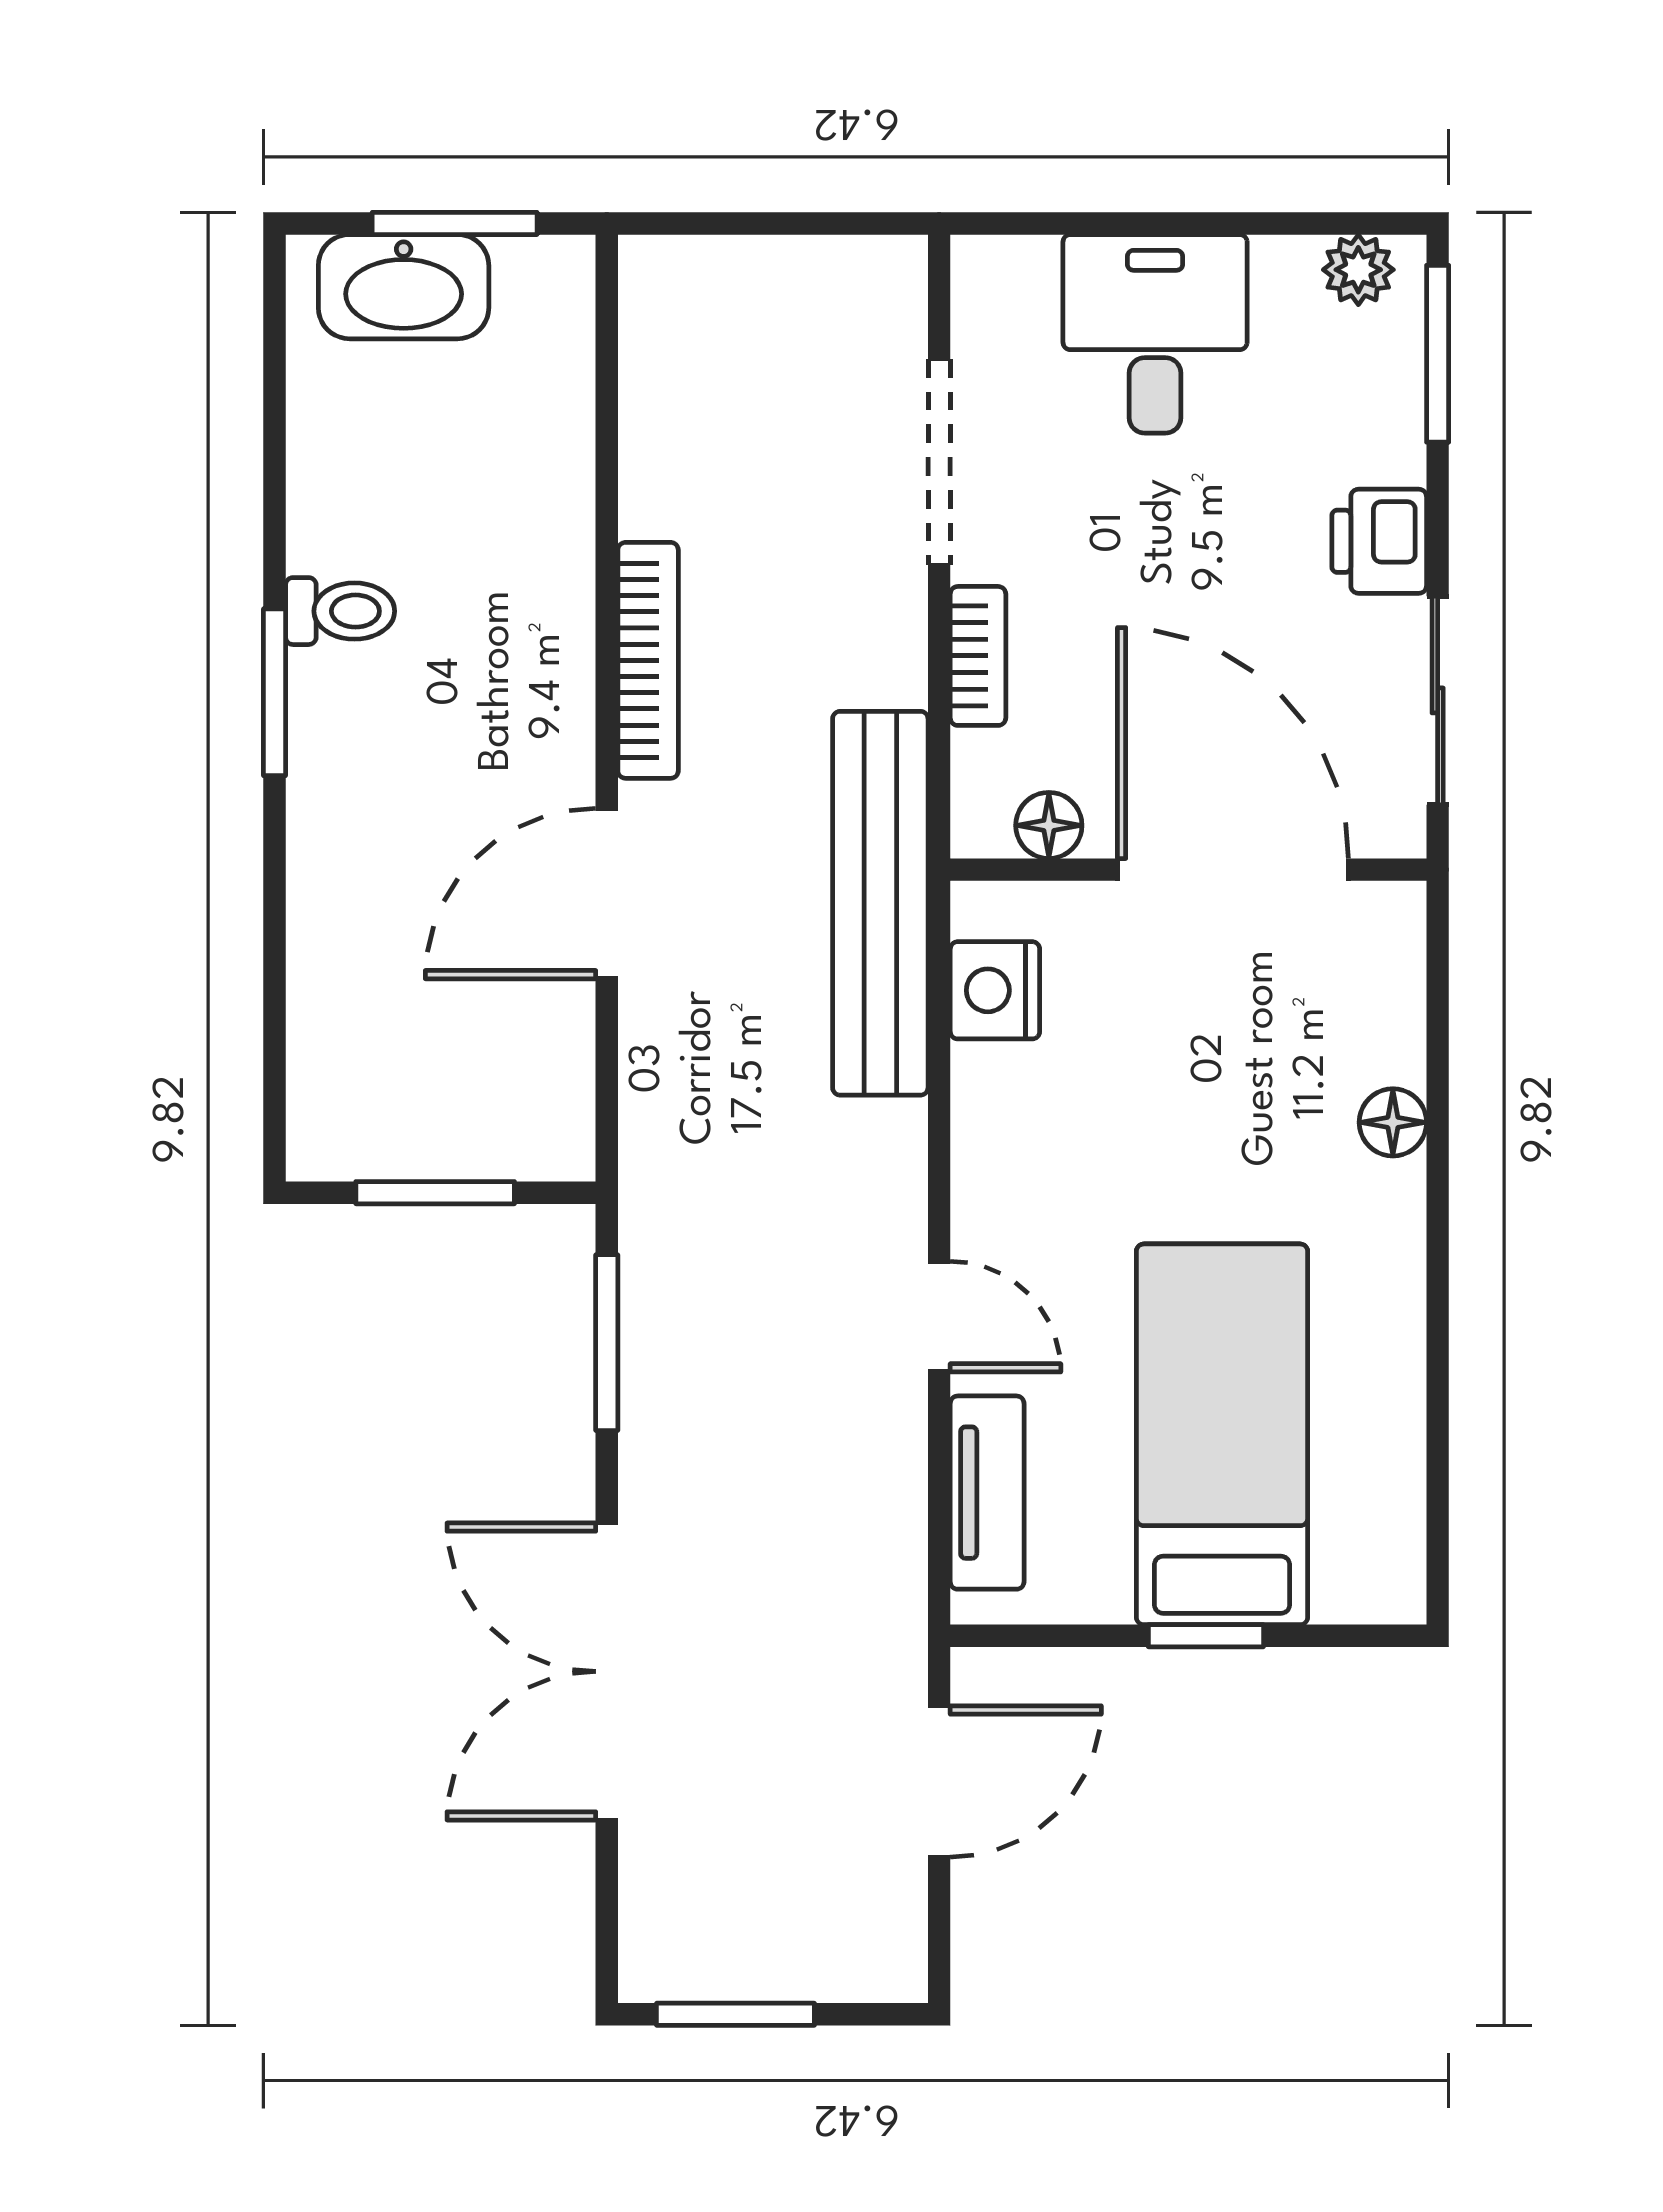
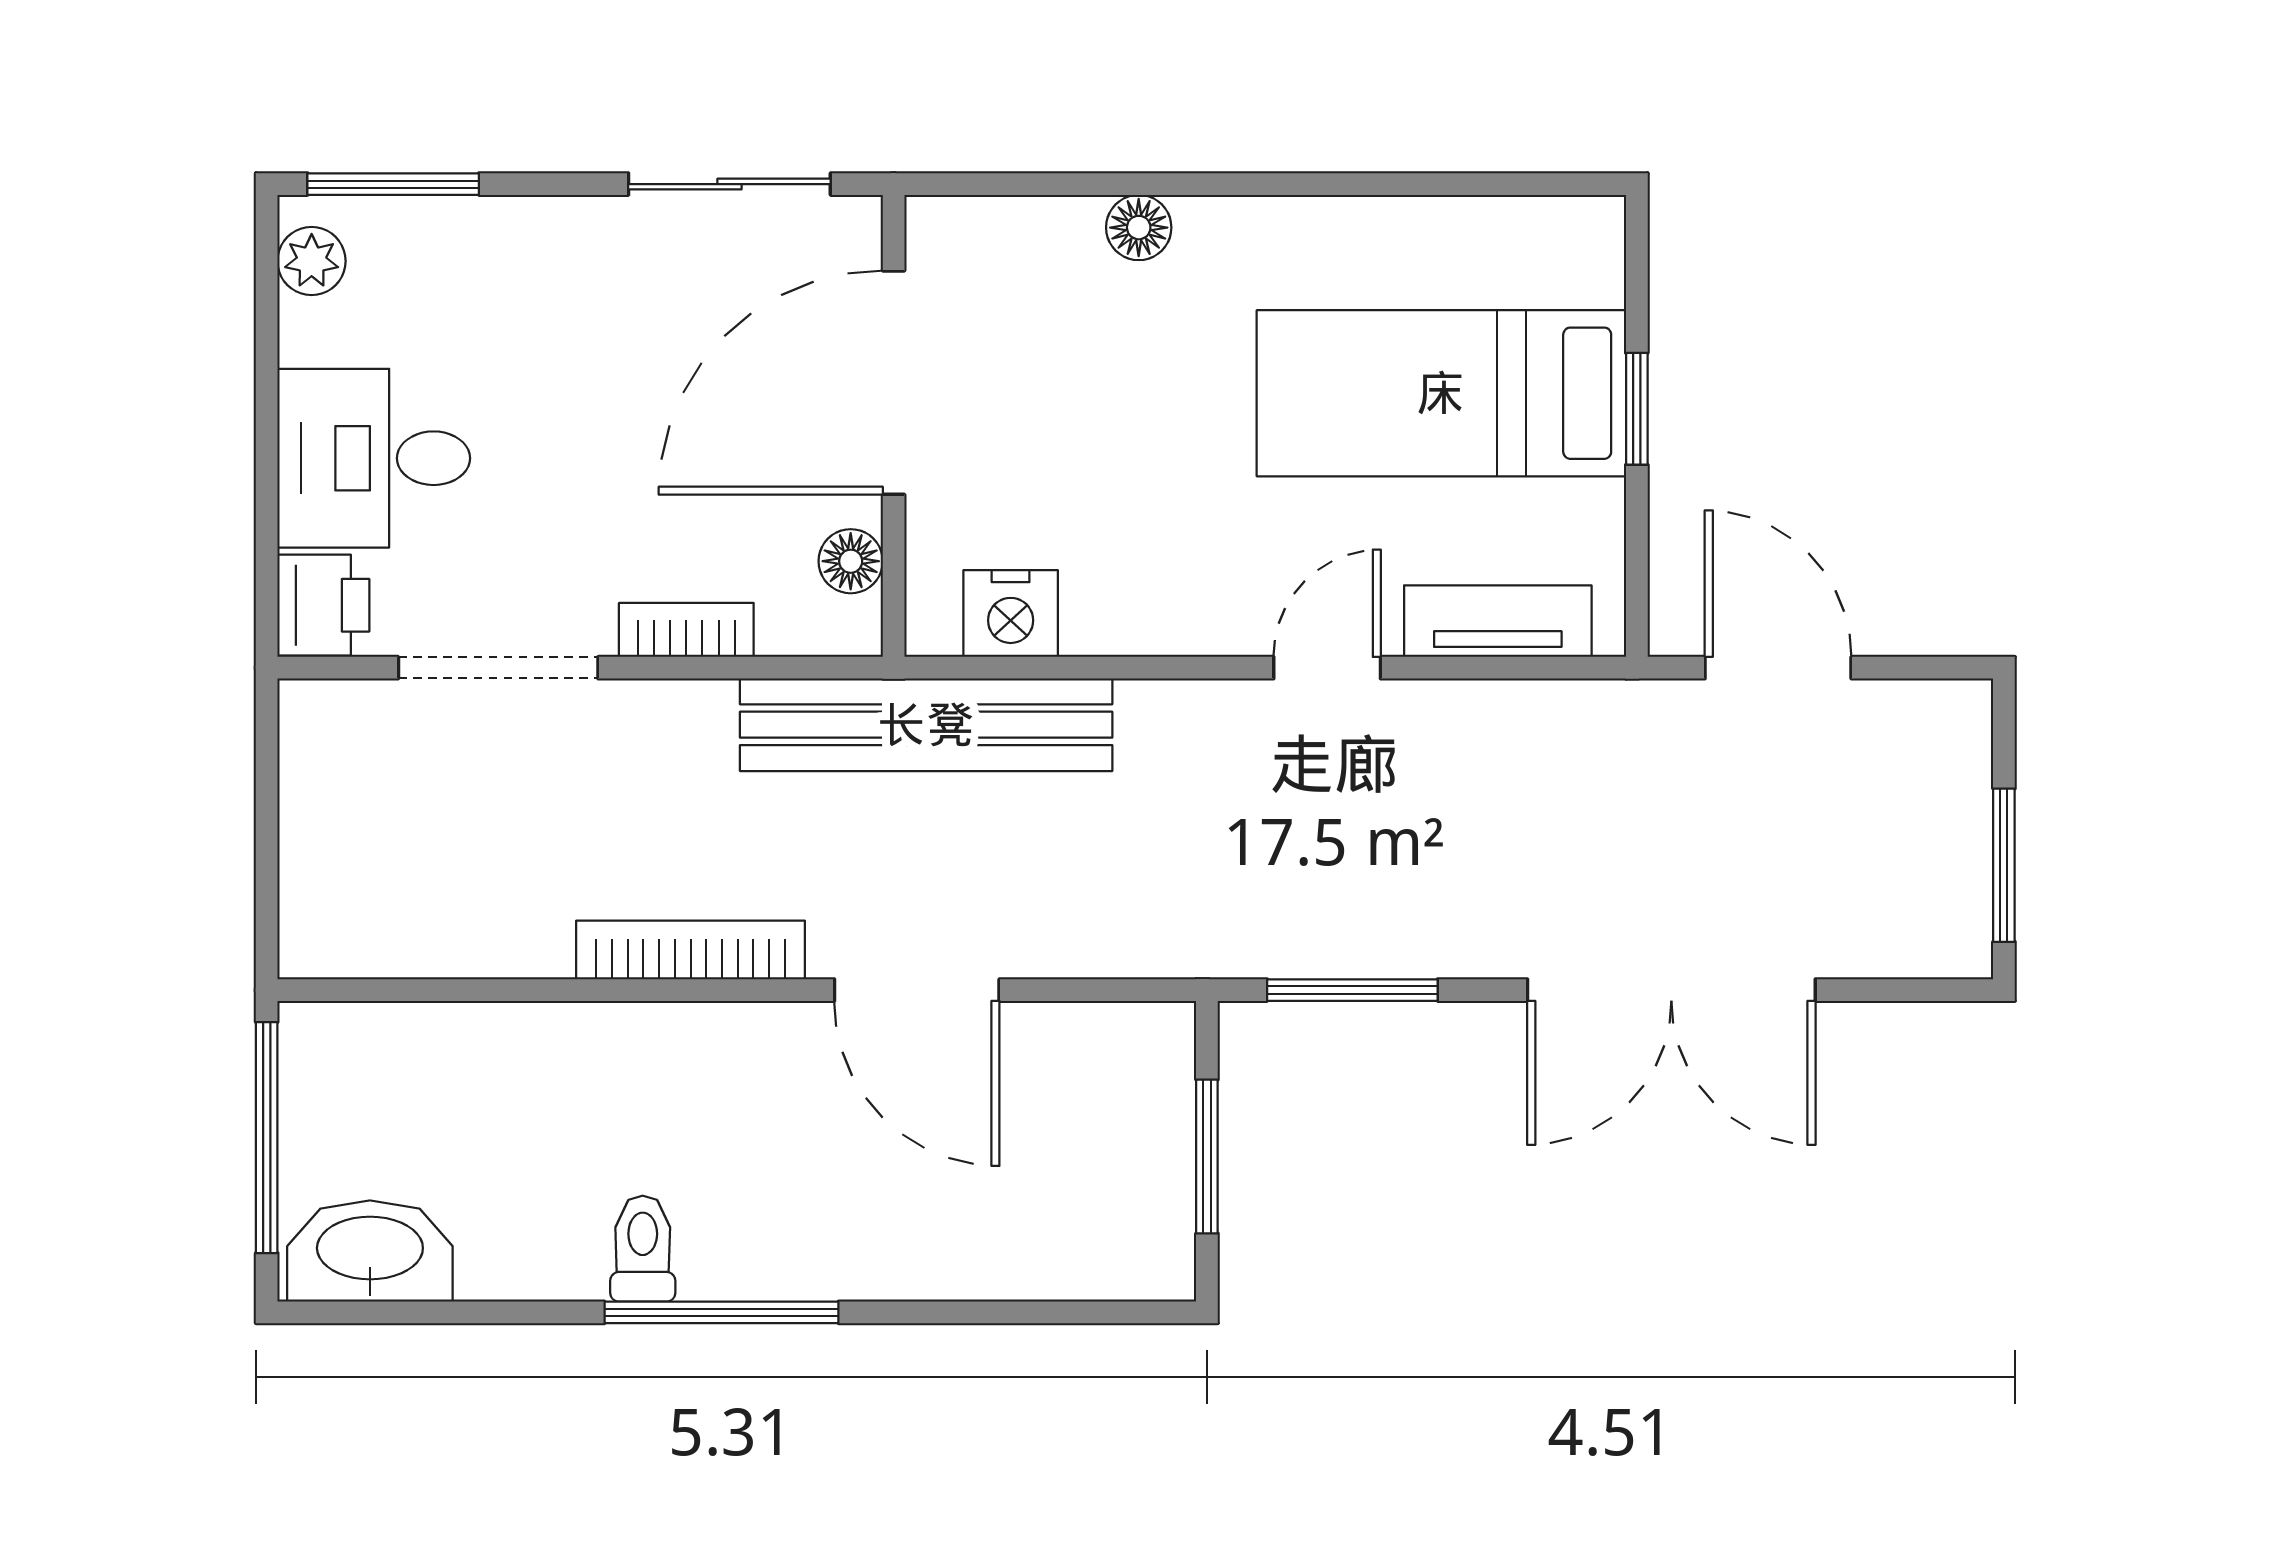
window: (455, 223) -> (267, 1138), width x1.44
washbasin: (404, 287) -> (370, 1251), moved, turned -90
printer: (1379, 541) -> (323, 605), moved, turned -90
window: (274, 692) -> (722, 1312), width x1.44

